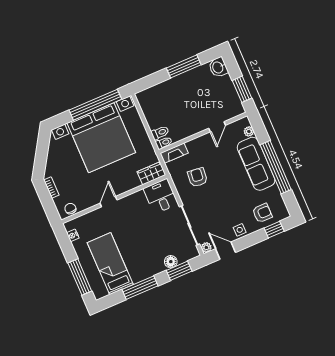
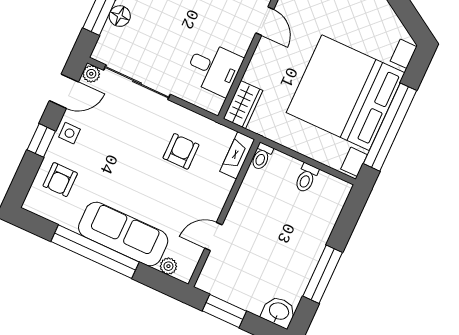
door: (217, 127) -> (213, 237), hinge flipped
toilet: (160, 133) -> (306, 178), moved
armchair: (198, 177) -> (181, 151), turned -96
desk: (161, 196) -> (214, 68), moved
window: (274, 230) -> (41, 140), moved

